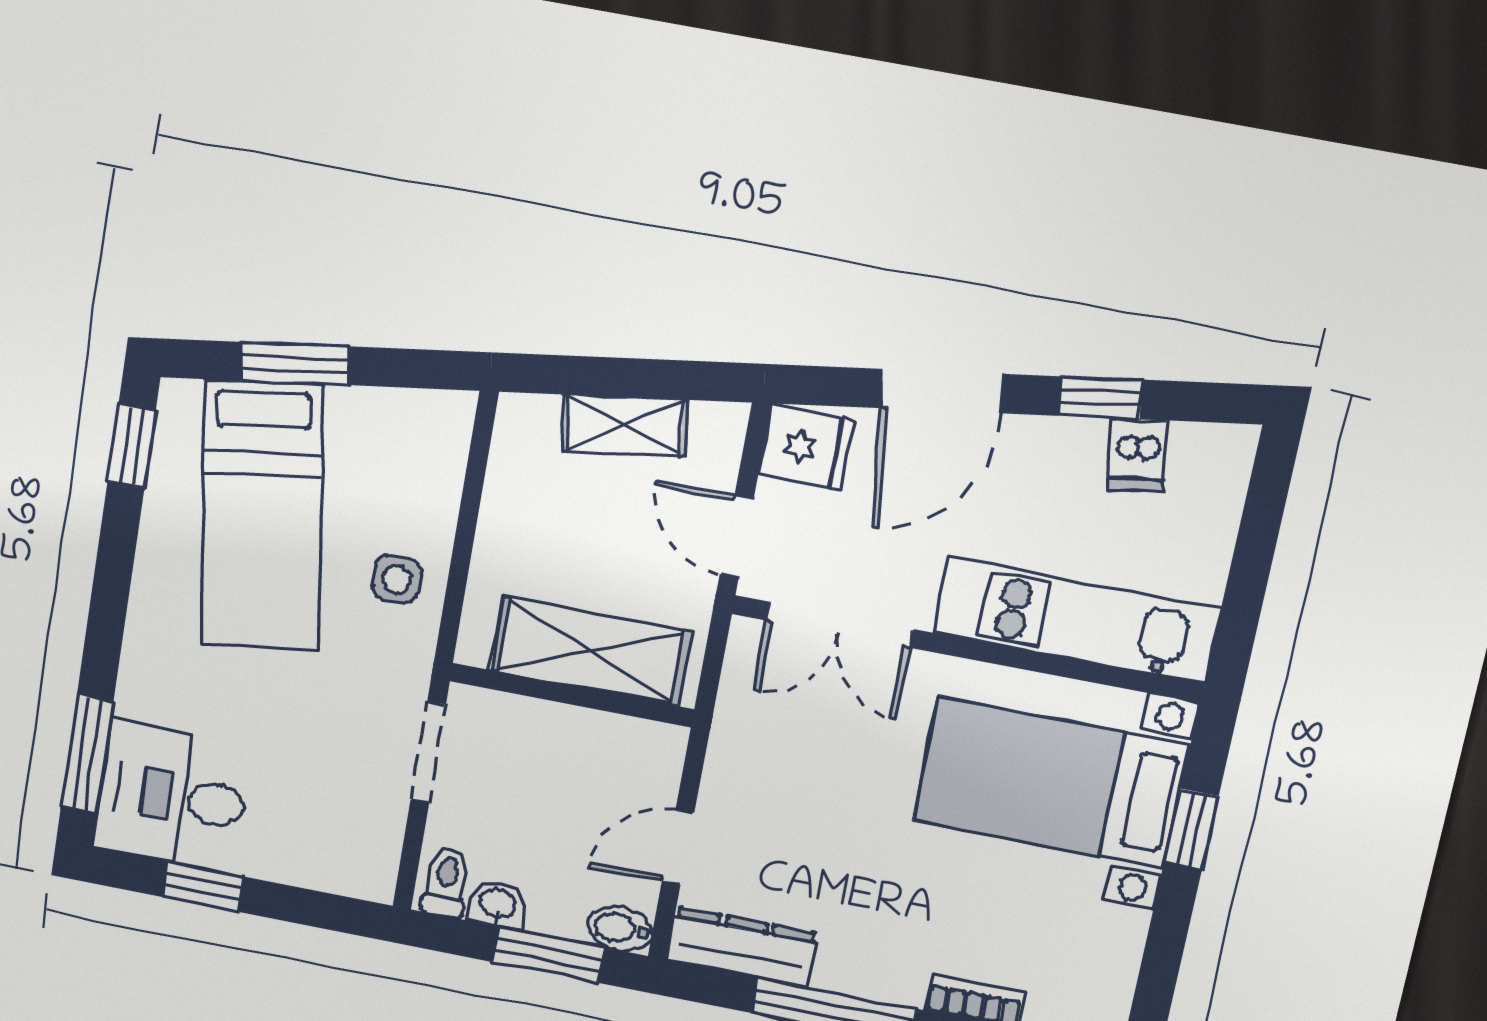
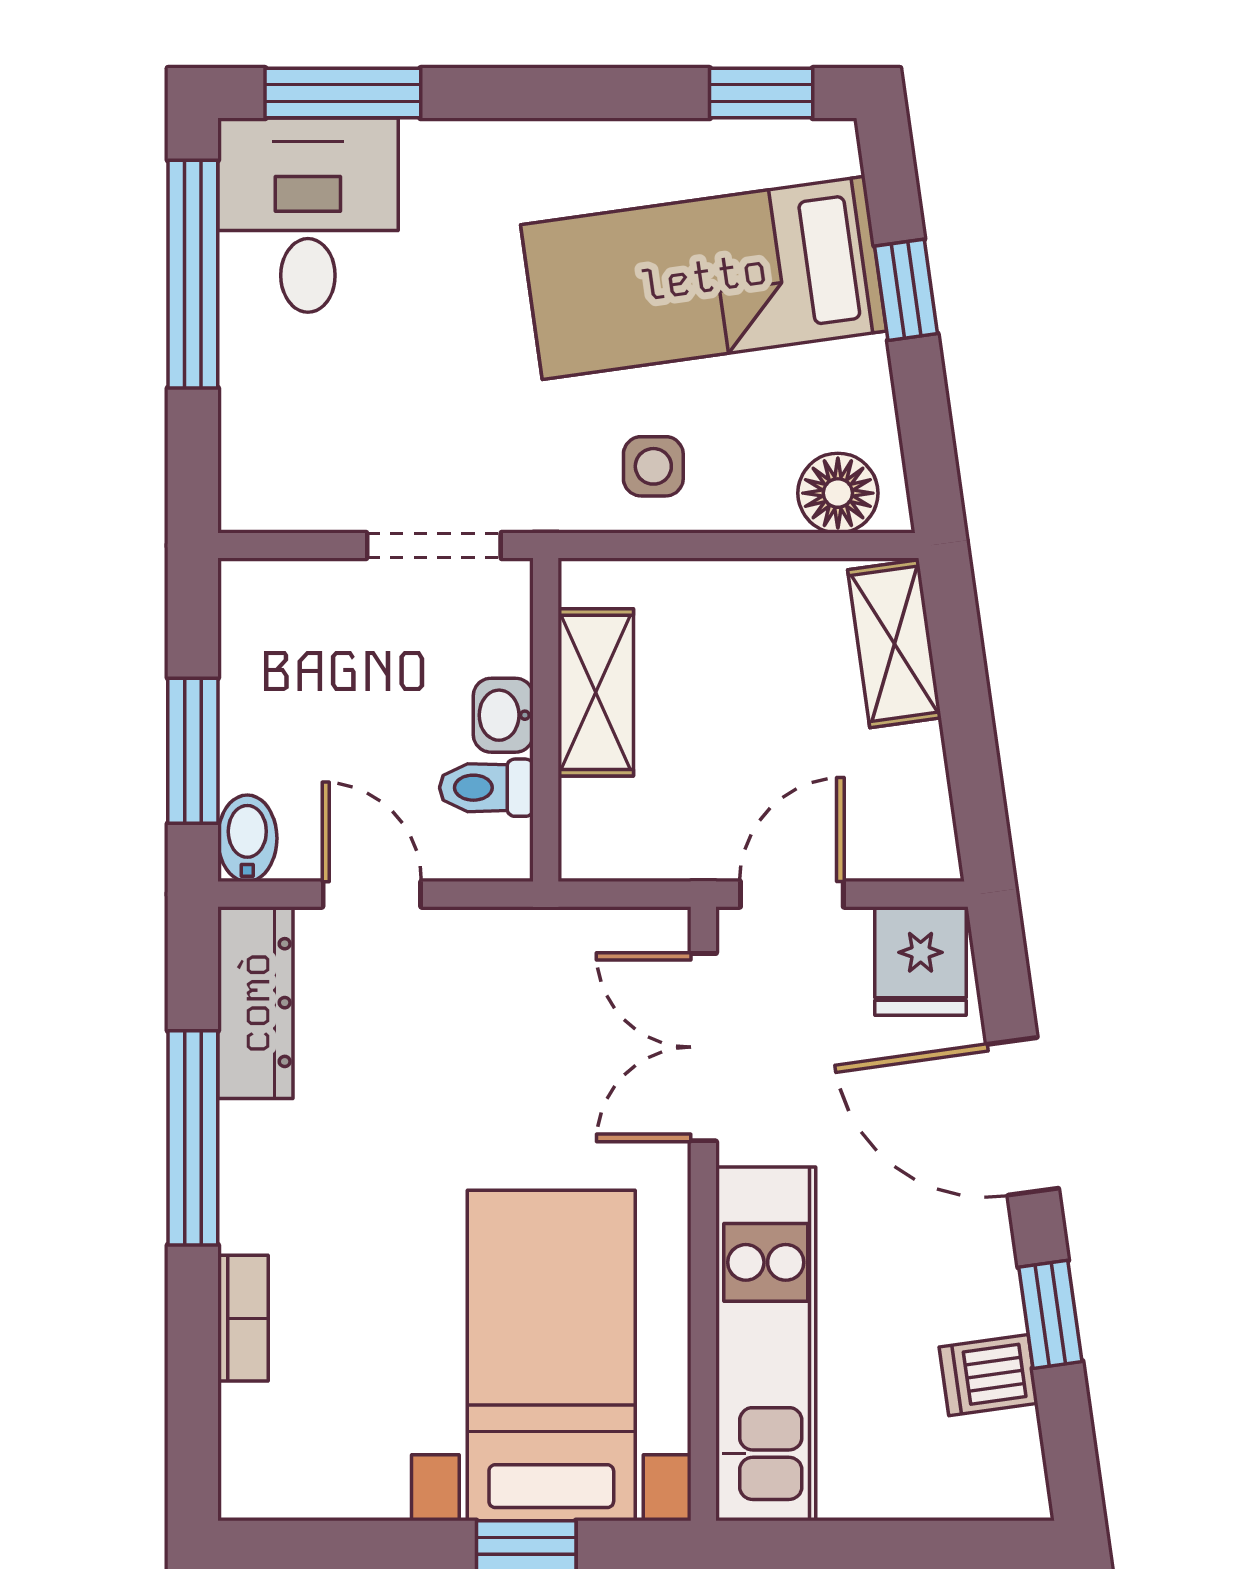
window: (295, 364) -> (906, 290), width x0.67
shelving: (625, 425) -> (894, 644), moved
floor lamp: (440, 444) -> (838, 493), added
shelving: (591, 651) -> (596, 692), width x0.67, depth x0.75
toilet: (446, 882) -> (486, 788), moved, turned 180
window: (202, 887) -> (193, 274), width x2.17
washbasin: (497, 904) -> (503, 715), moved, turned 180

